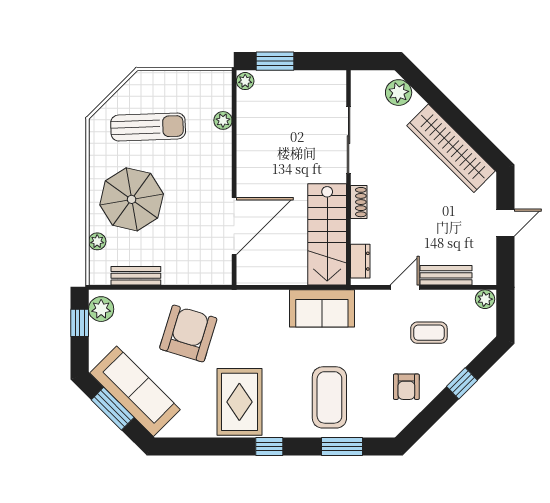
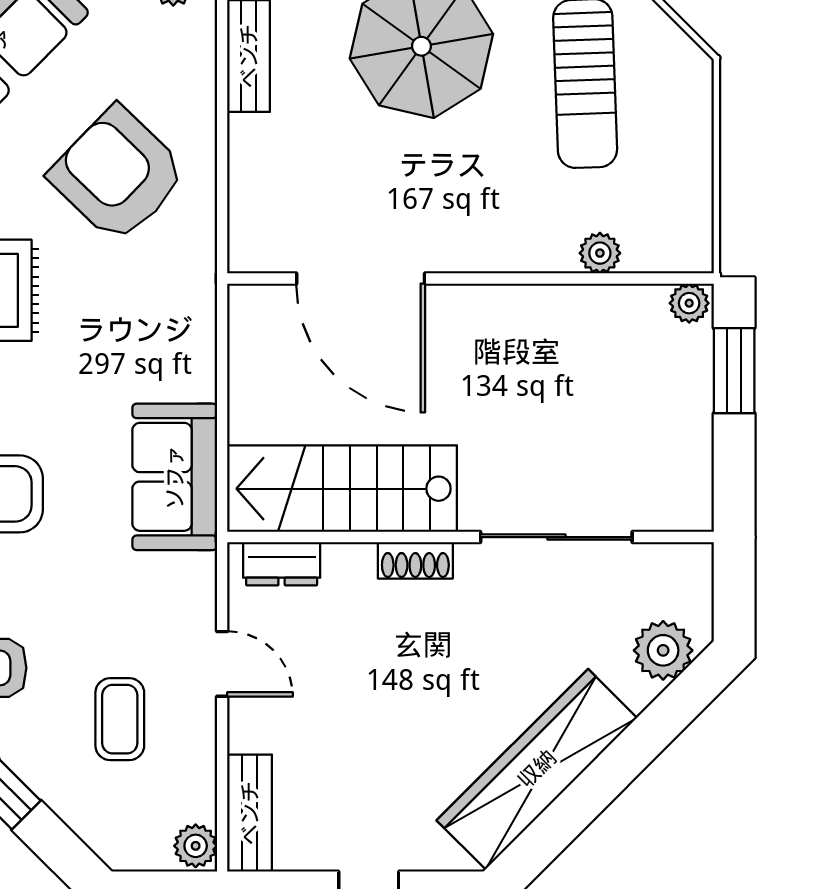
bench: (446, 275) -> (250, 813), moved
armchair: (188, 333) -> (118, 174), turned -153

